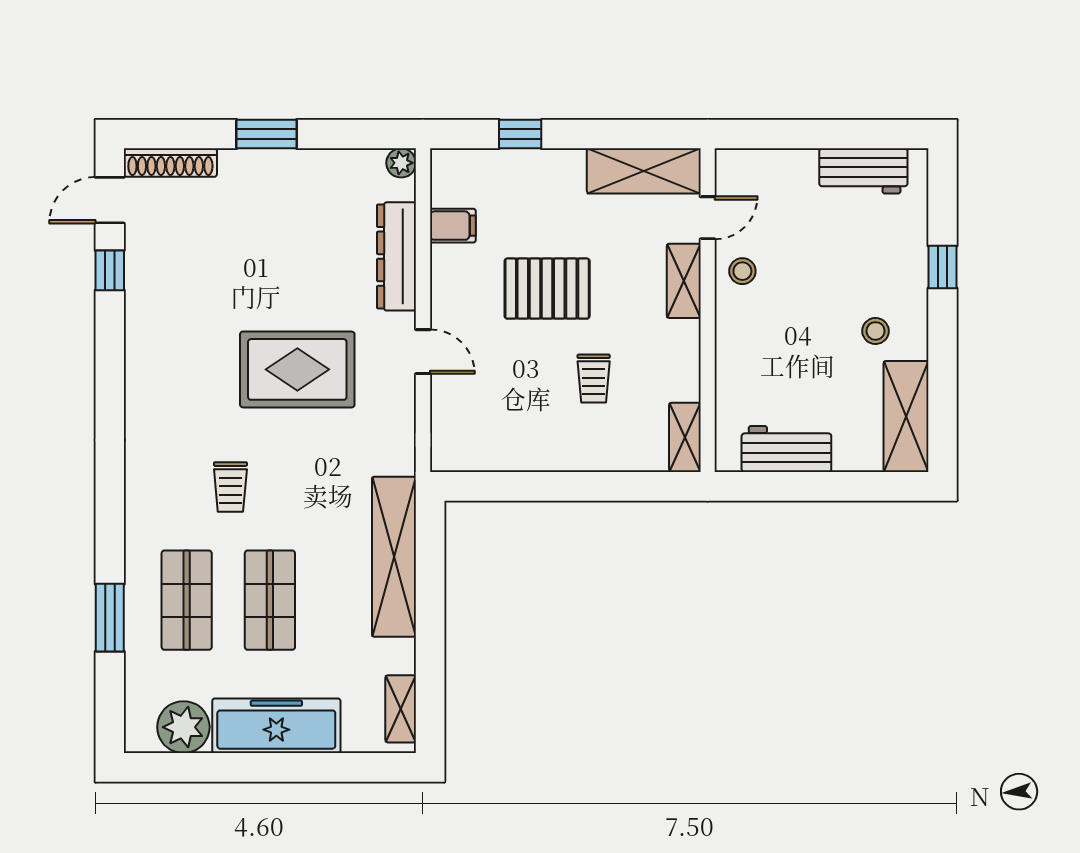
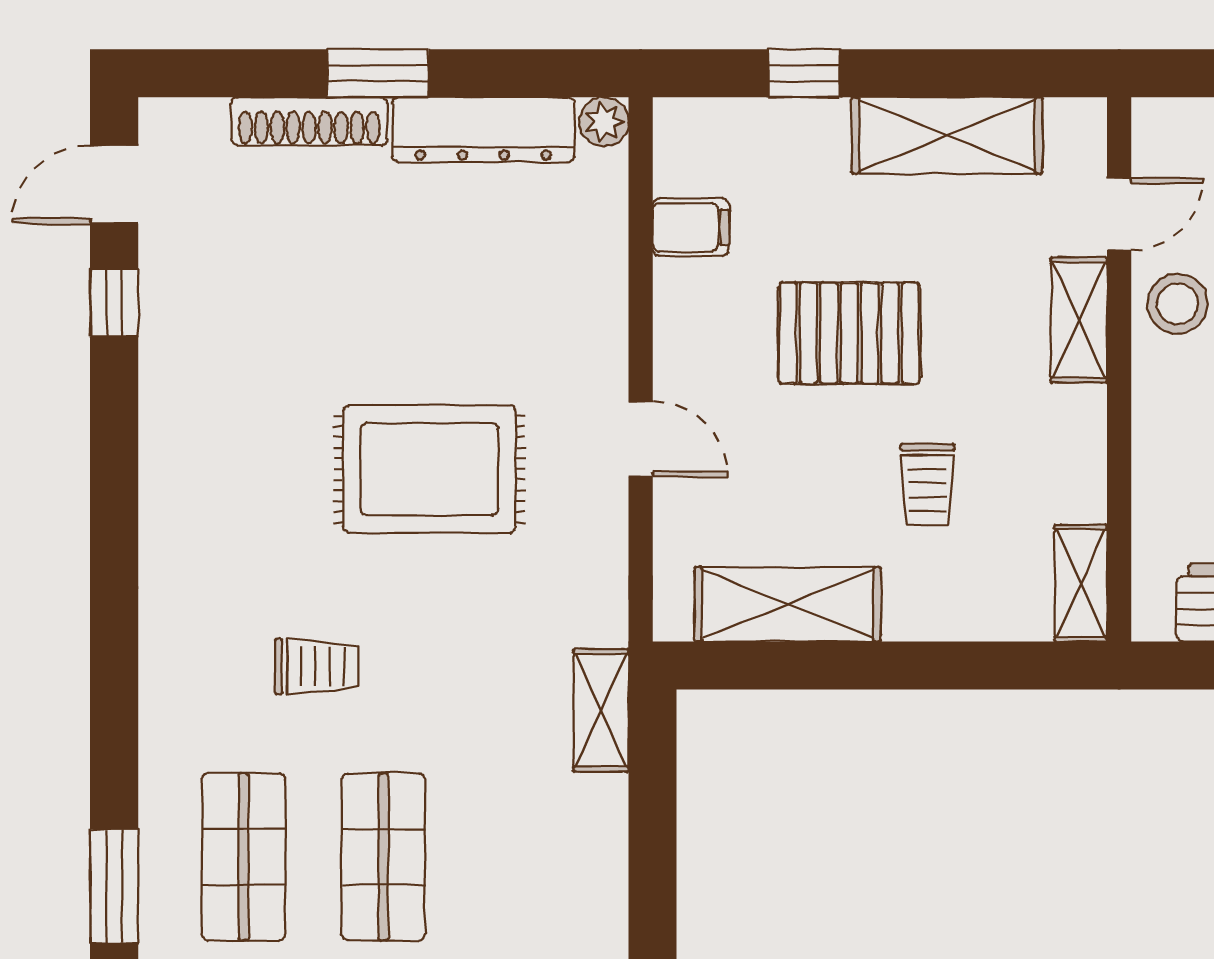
shoe rack: (170, 163) -> (309, 121), moved
shelving: (644, 171) -> (947, 135), moved
dresser: (396, 256) -> (483, 130), moved, turned -90
stool: (742, 271) -> (1178, 304), width x1.37, depth x1.37
shelving: (510, 450) -> (788, 604), added
trolley: (230, 487) -> (317, 666), turned -90
shelving: (394, 557) -> (601, 710), width x0.45, depth x0.75

